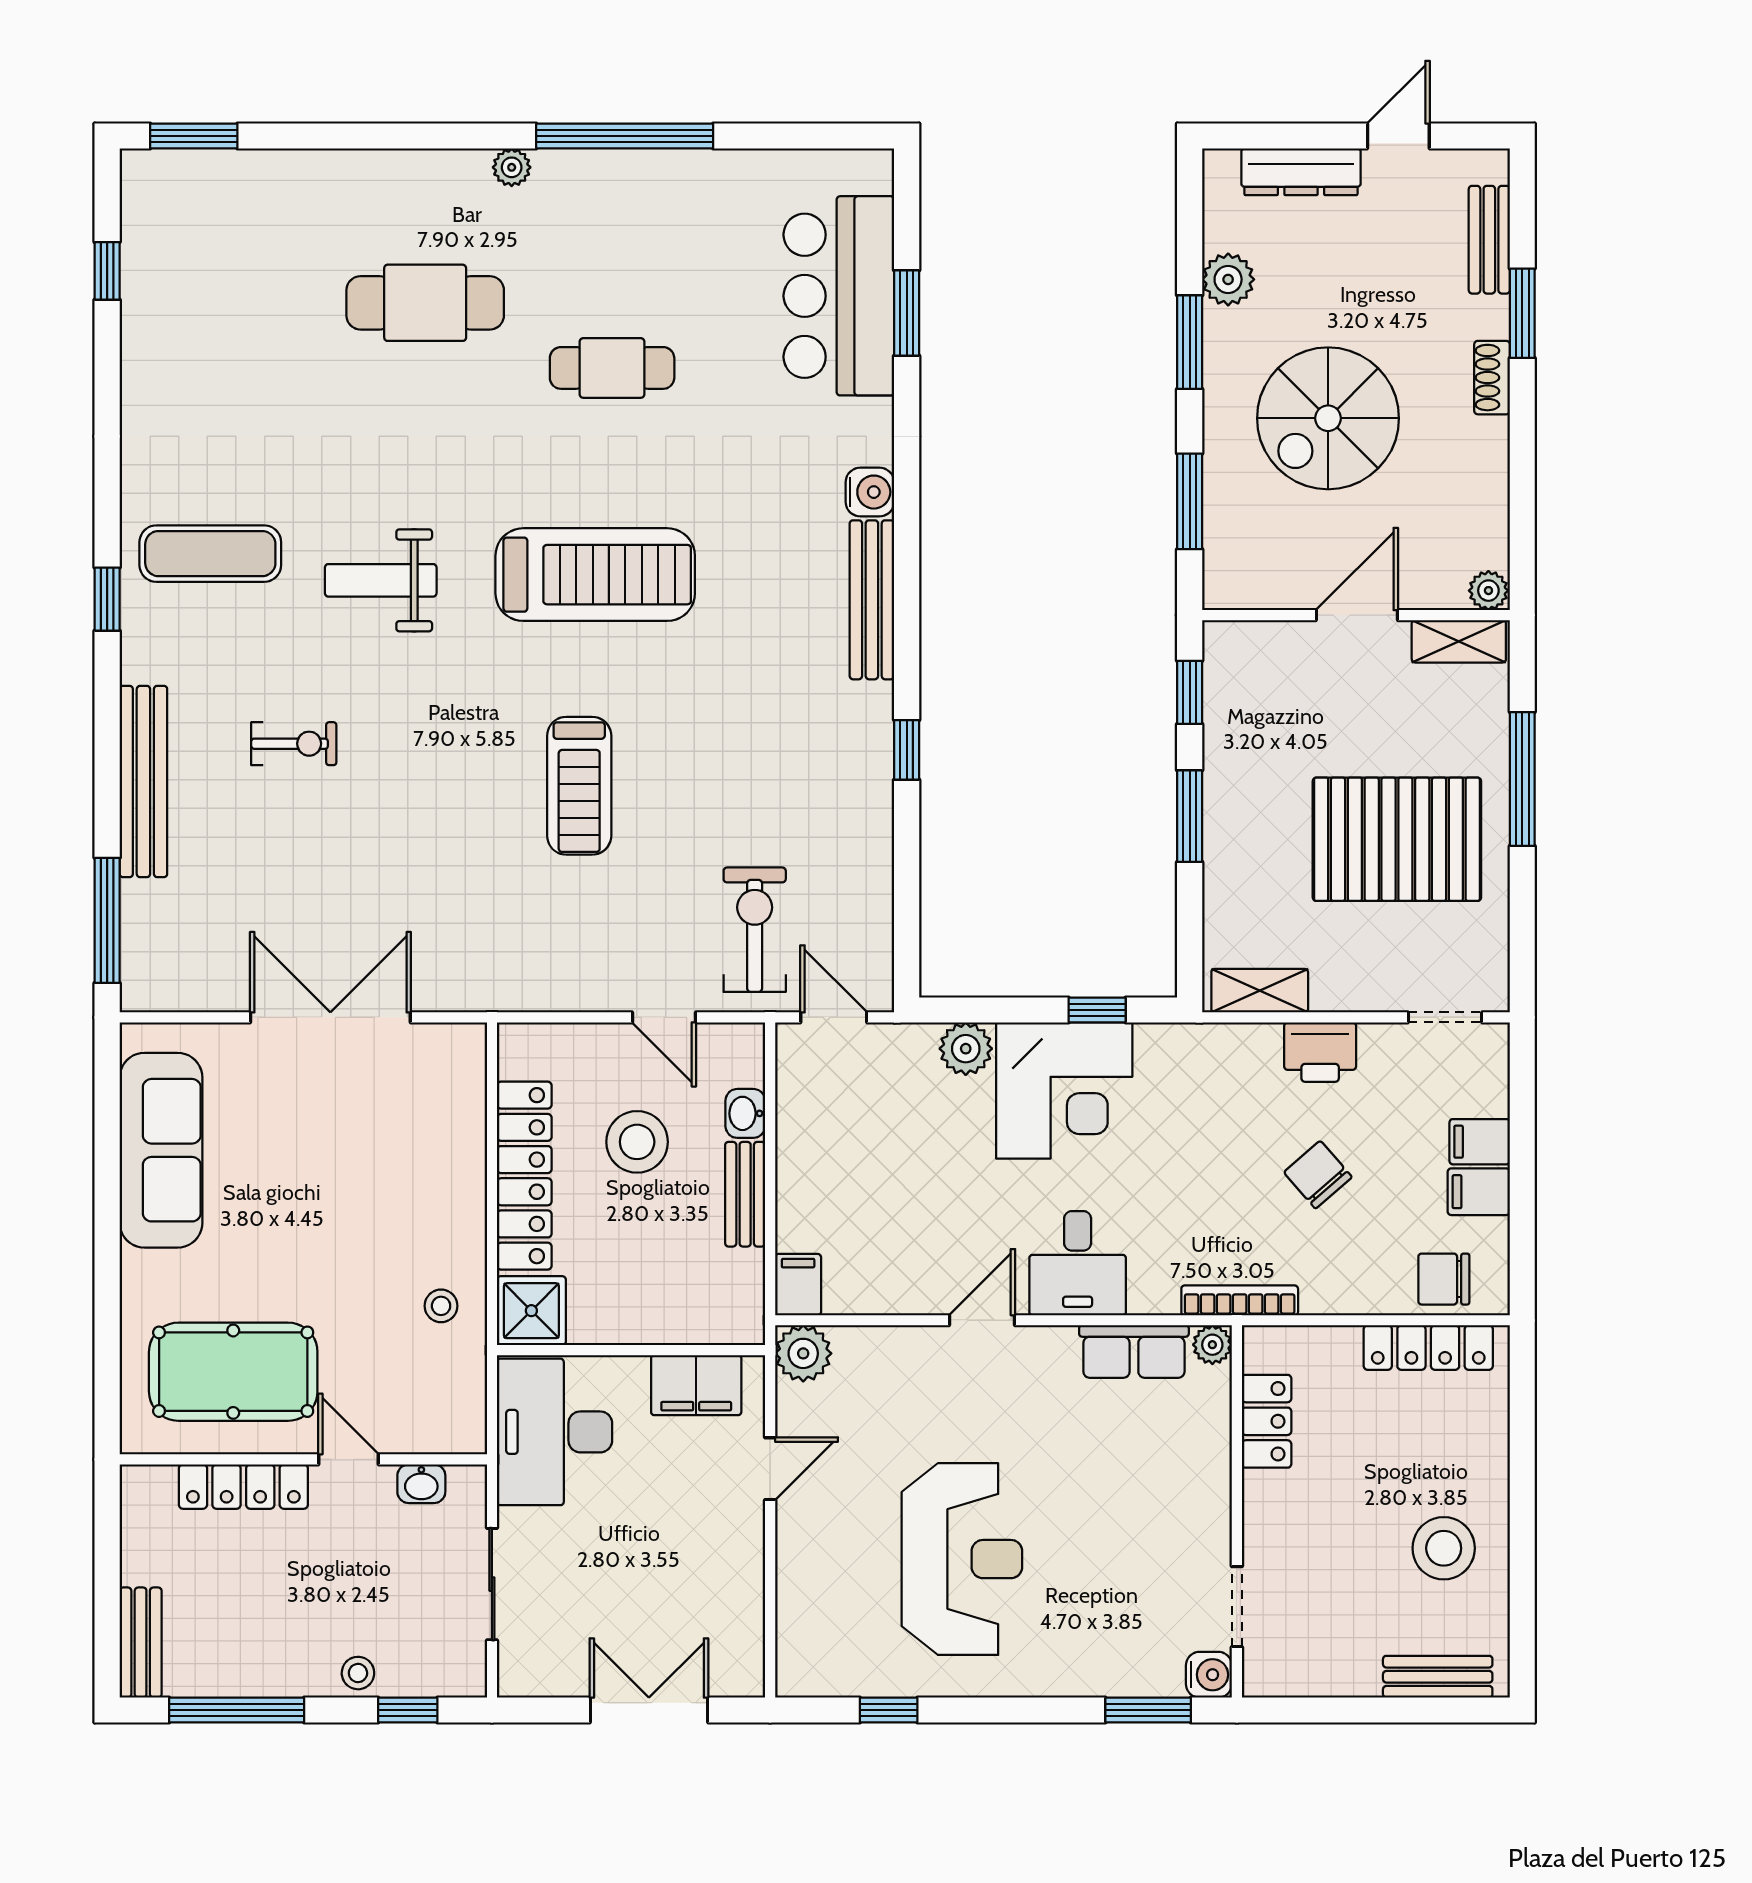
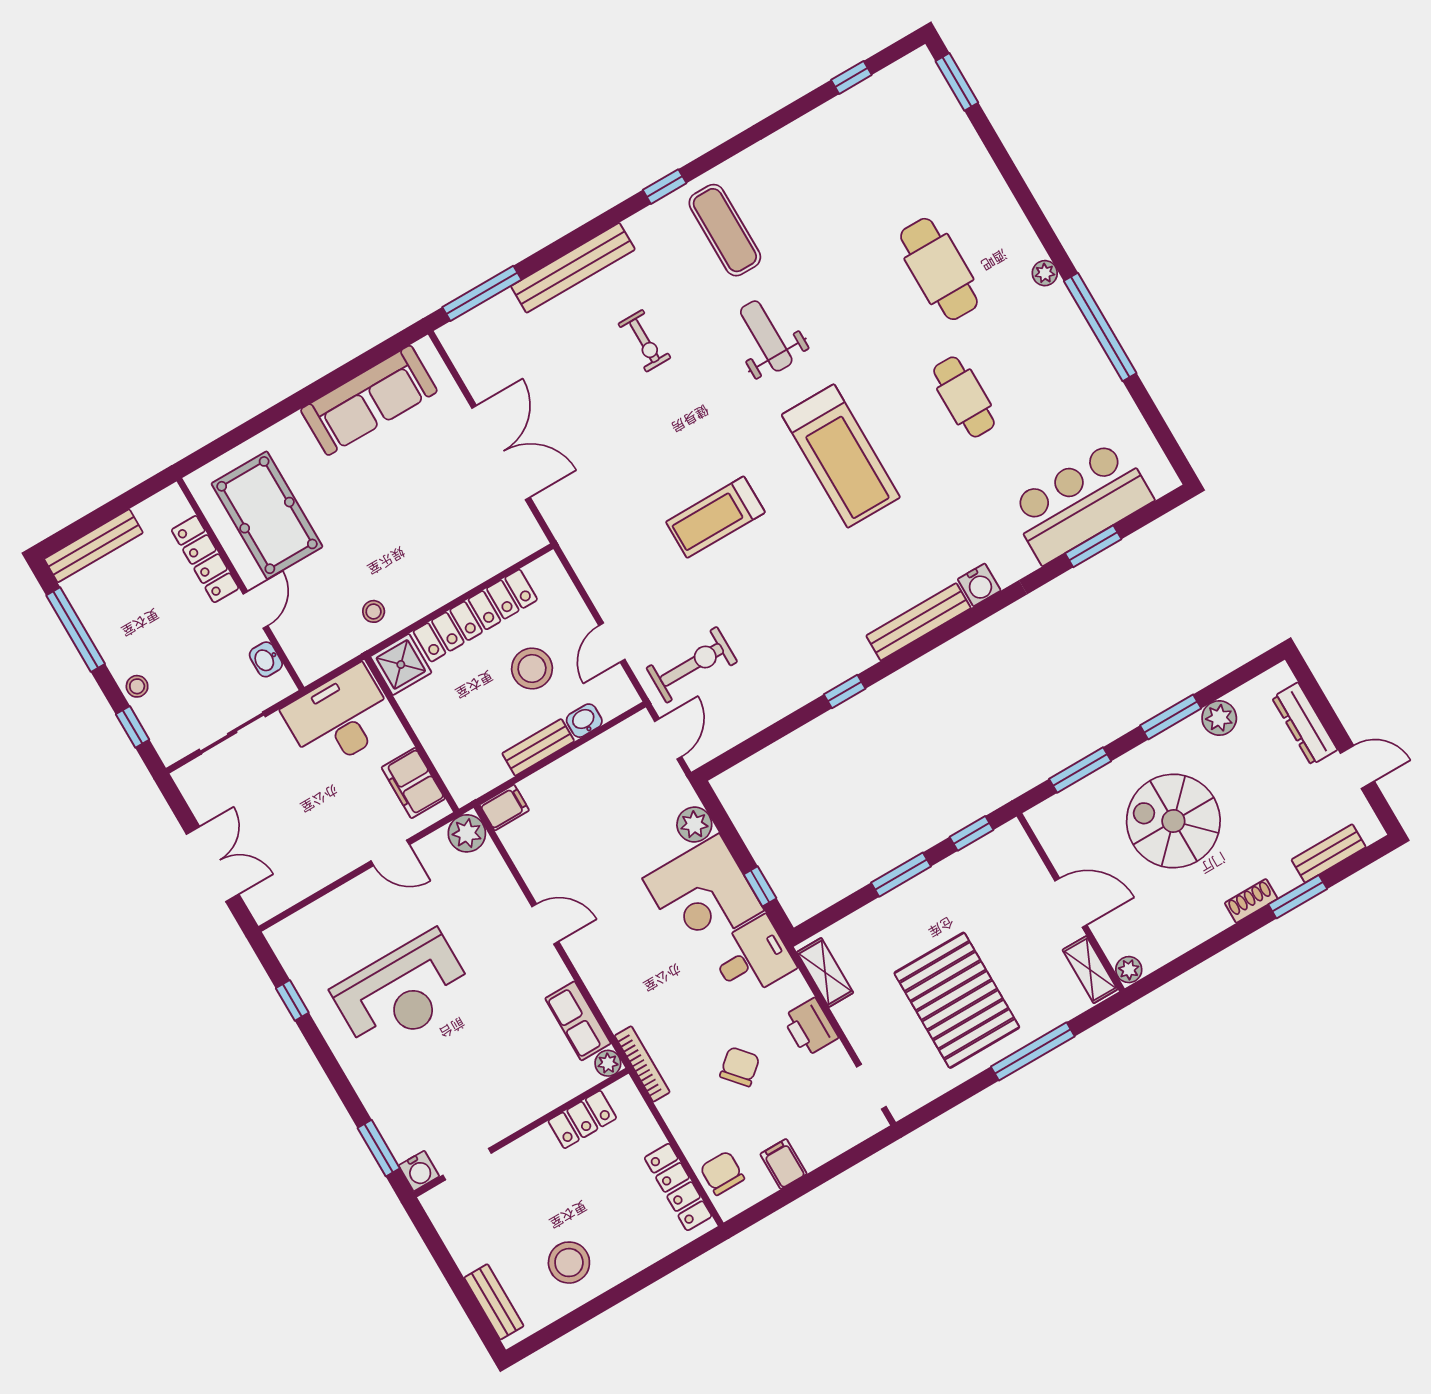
filing cabinet: (1480, 1142) -> (812, 1148), removed
desk: (1078, 1263) -> (752, 958), moved, turned 180
bench: (141, 1643) -> (94, 546), width x1.36

